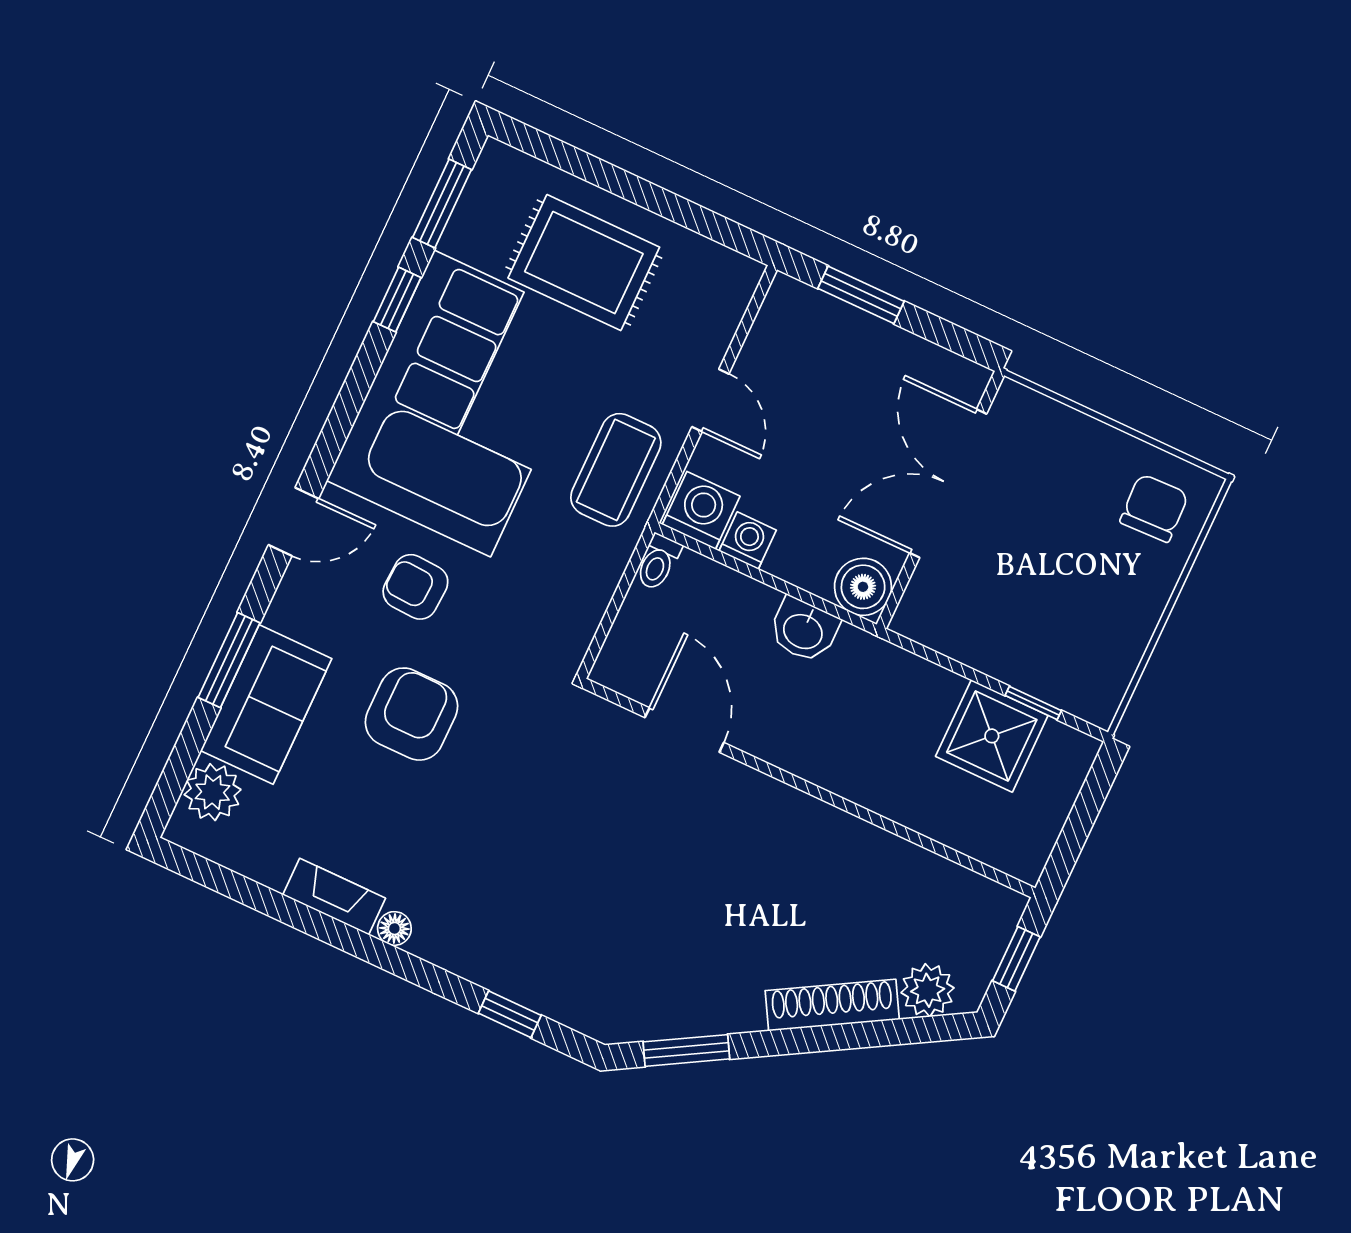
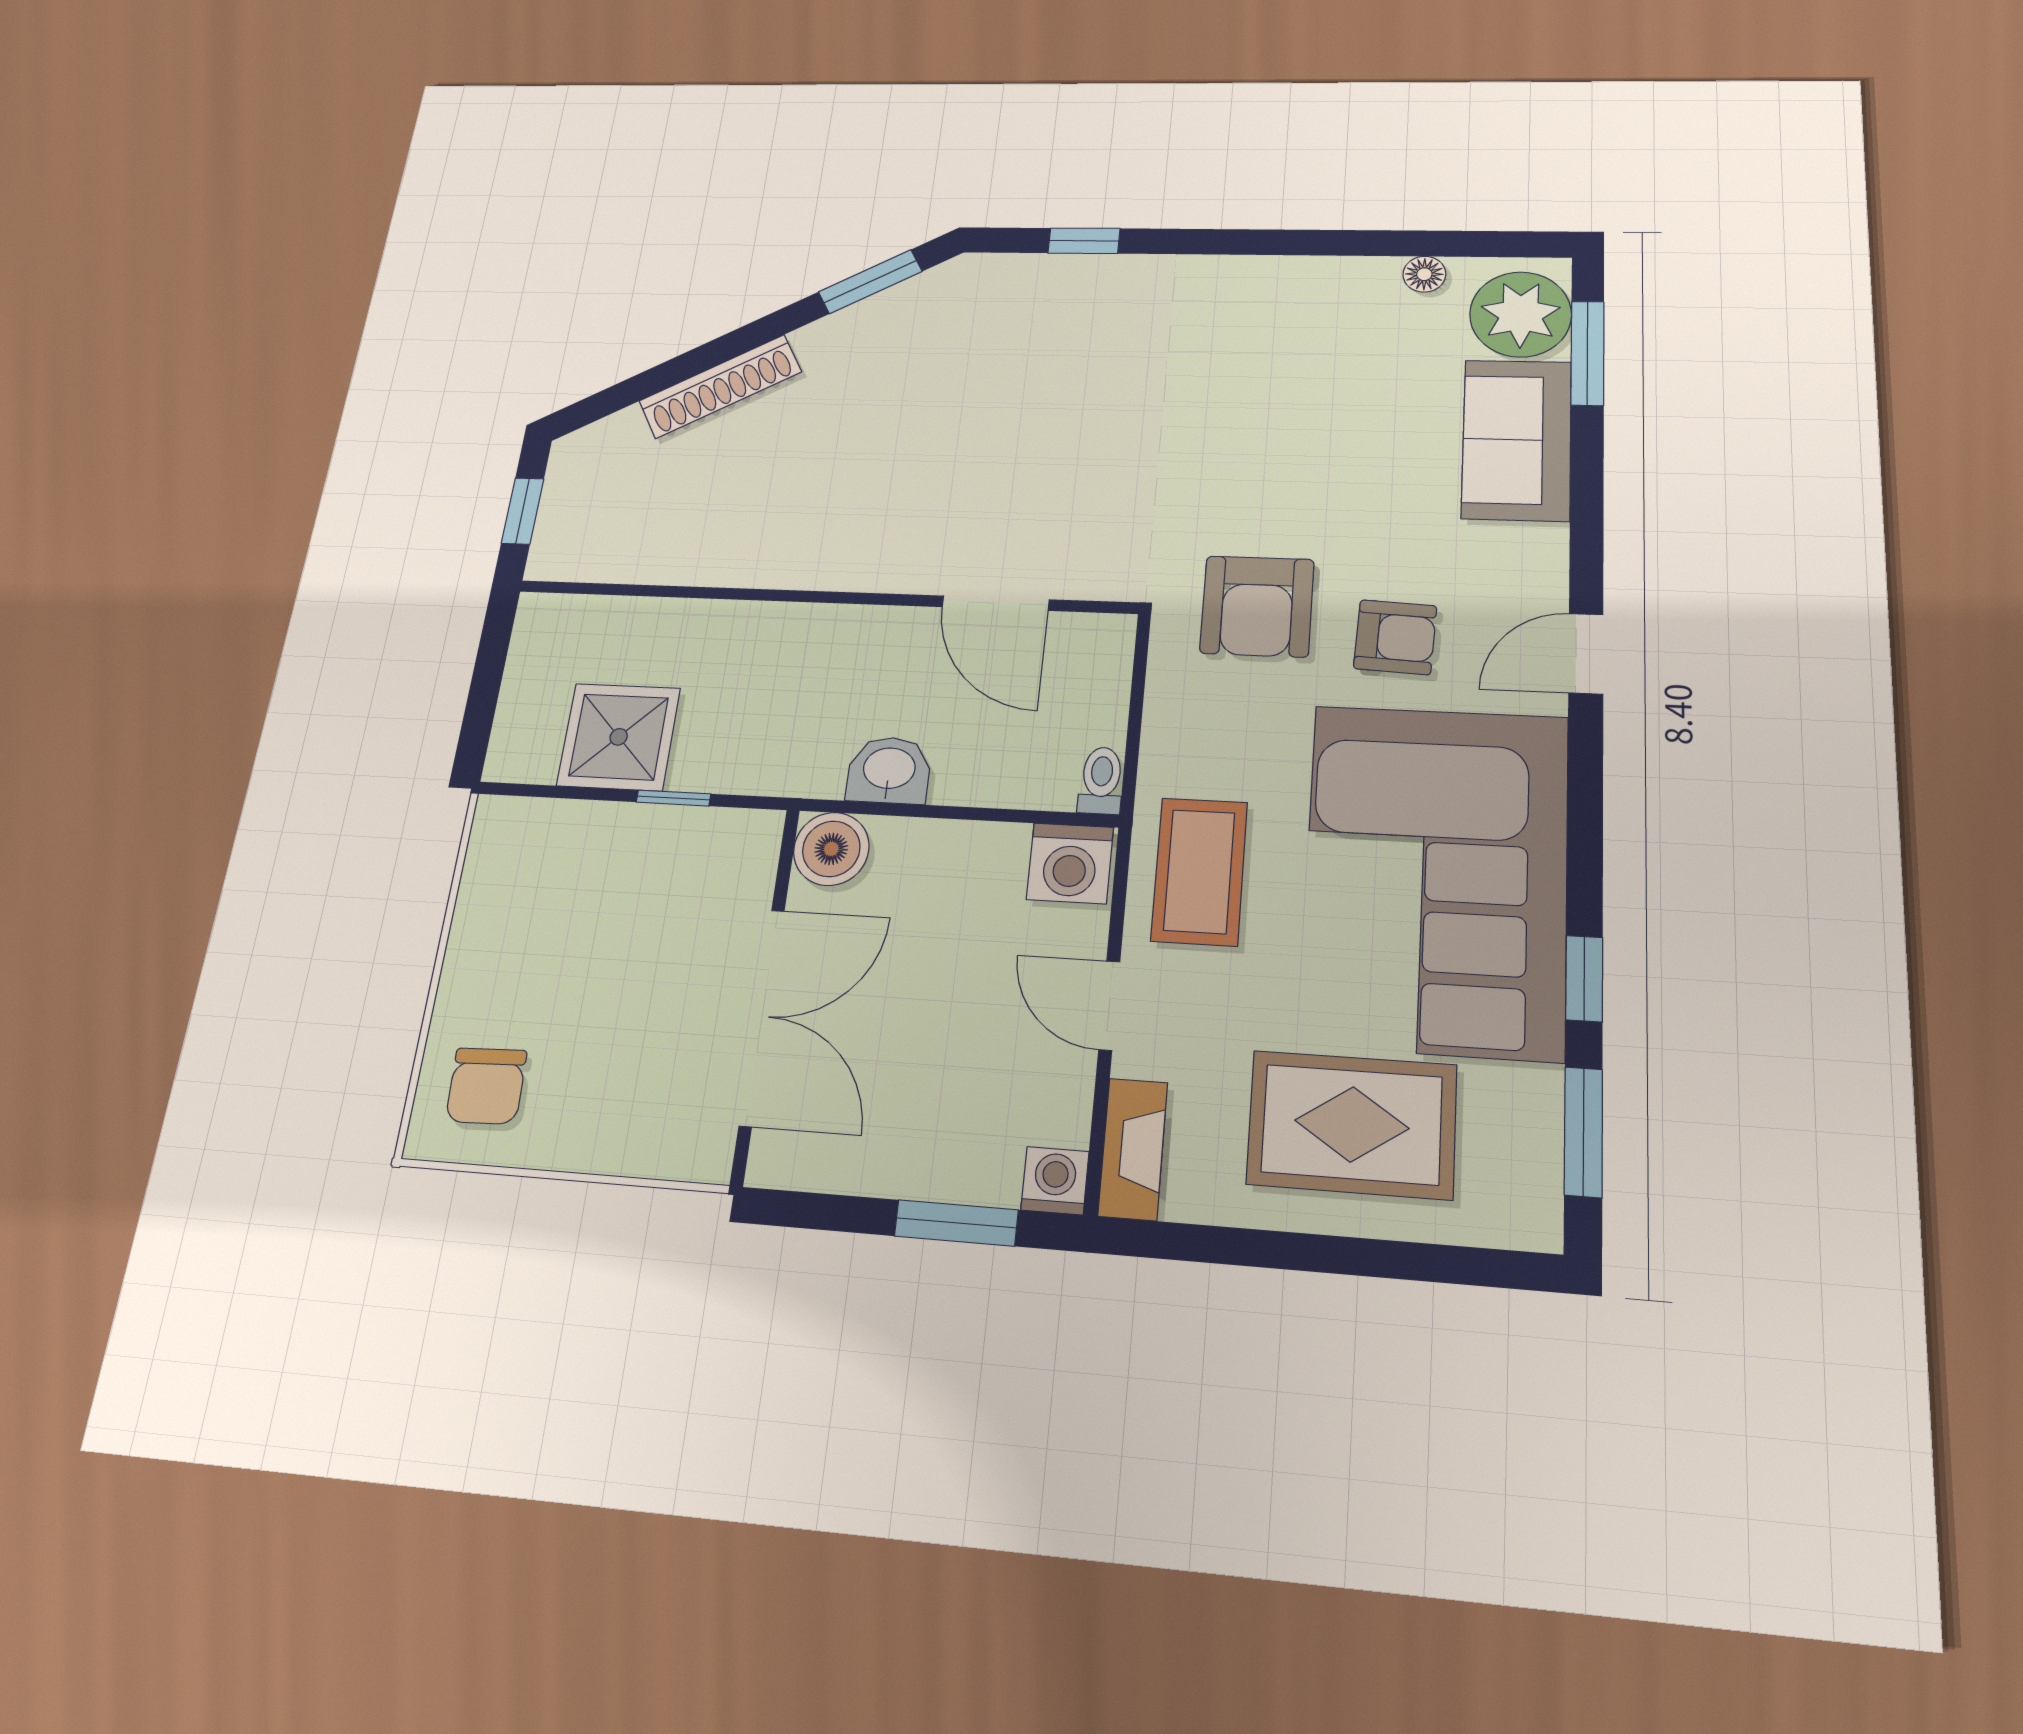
washing machine: (748, 541) -> (1055, 1181), moved, turned 180
window: (229, 660) -> (1587, 353), moved
window: (1033, 703) -> (673, 798), moved
armchair: (411, 714) -> (1257, 606), moved
plant: (213, 792) -> (1521, 314), width x1.36, depth x1.36
fireplace: (334, 897) -> (1133, 1149), moved, turned -90
floor lamp: (394, 928) -> (1424, 274), moved
plant: (928, 990) -> (616, 442), removed

